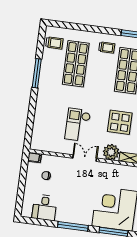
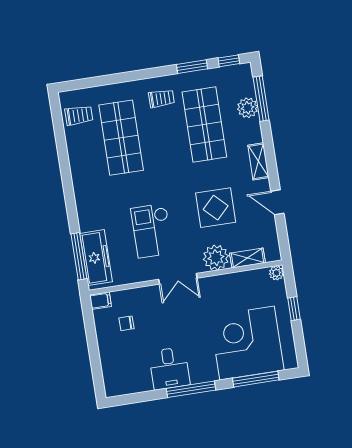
window: (37, 73) -> (79, 256), moved
freezer: (40, 131) -> (96, 258), added
double door: (85, 158) -> (178, 279), swing flipped
desk: (44, 207) -> (169, 368), moved

